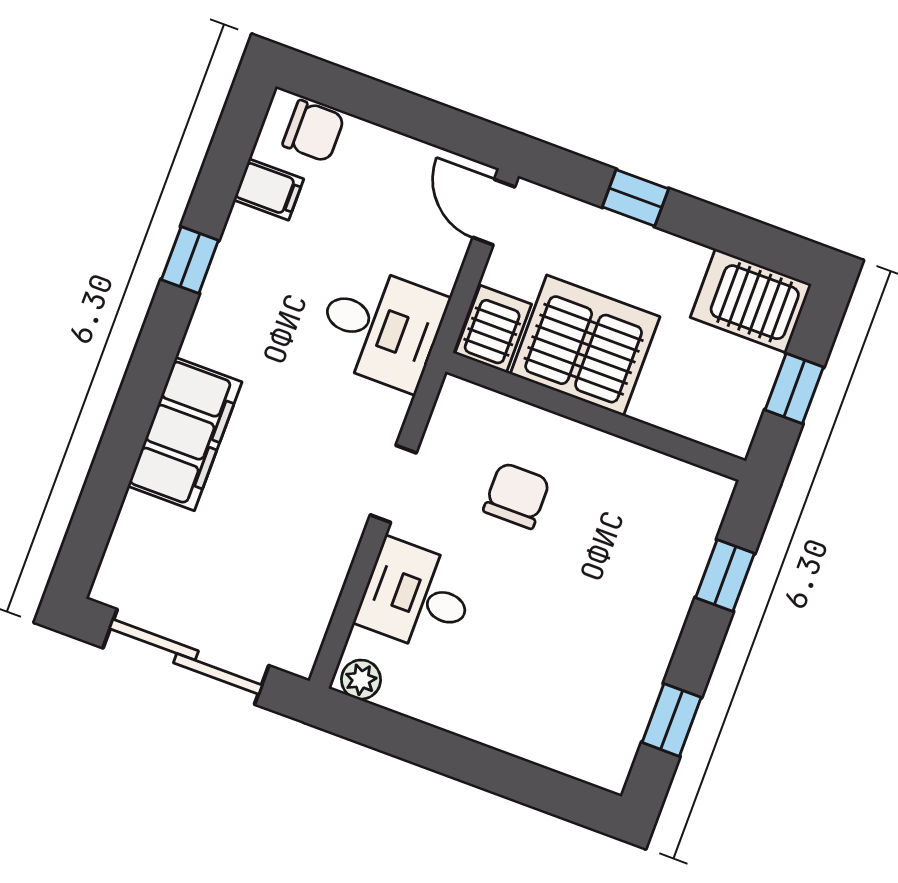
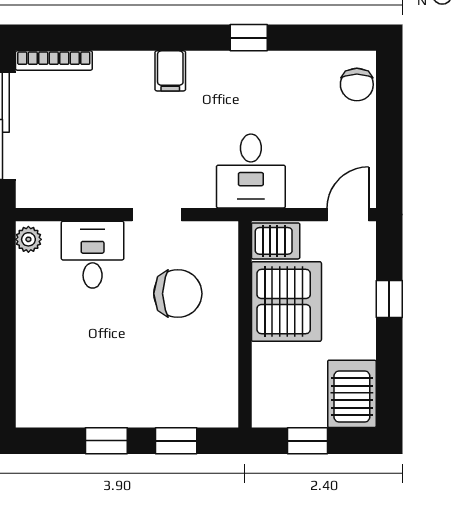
filing cabinet: (269, 189) -> (310, 70), removed
filing cabinet: (185, 434) -> (170, 71), width x0.33, depth x0.86
chair: (517, 496) -> (178, 294), width x1.37, depth x1.37
bookcase: (120, 549) -> (54, 61), added
window: (672, 720) -> (106, 441), moved

